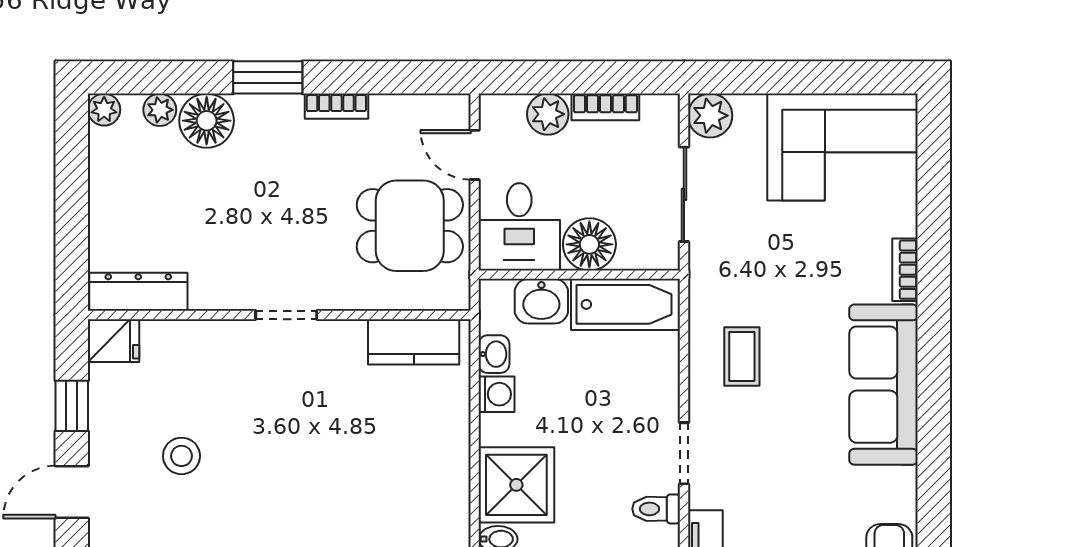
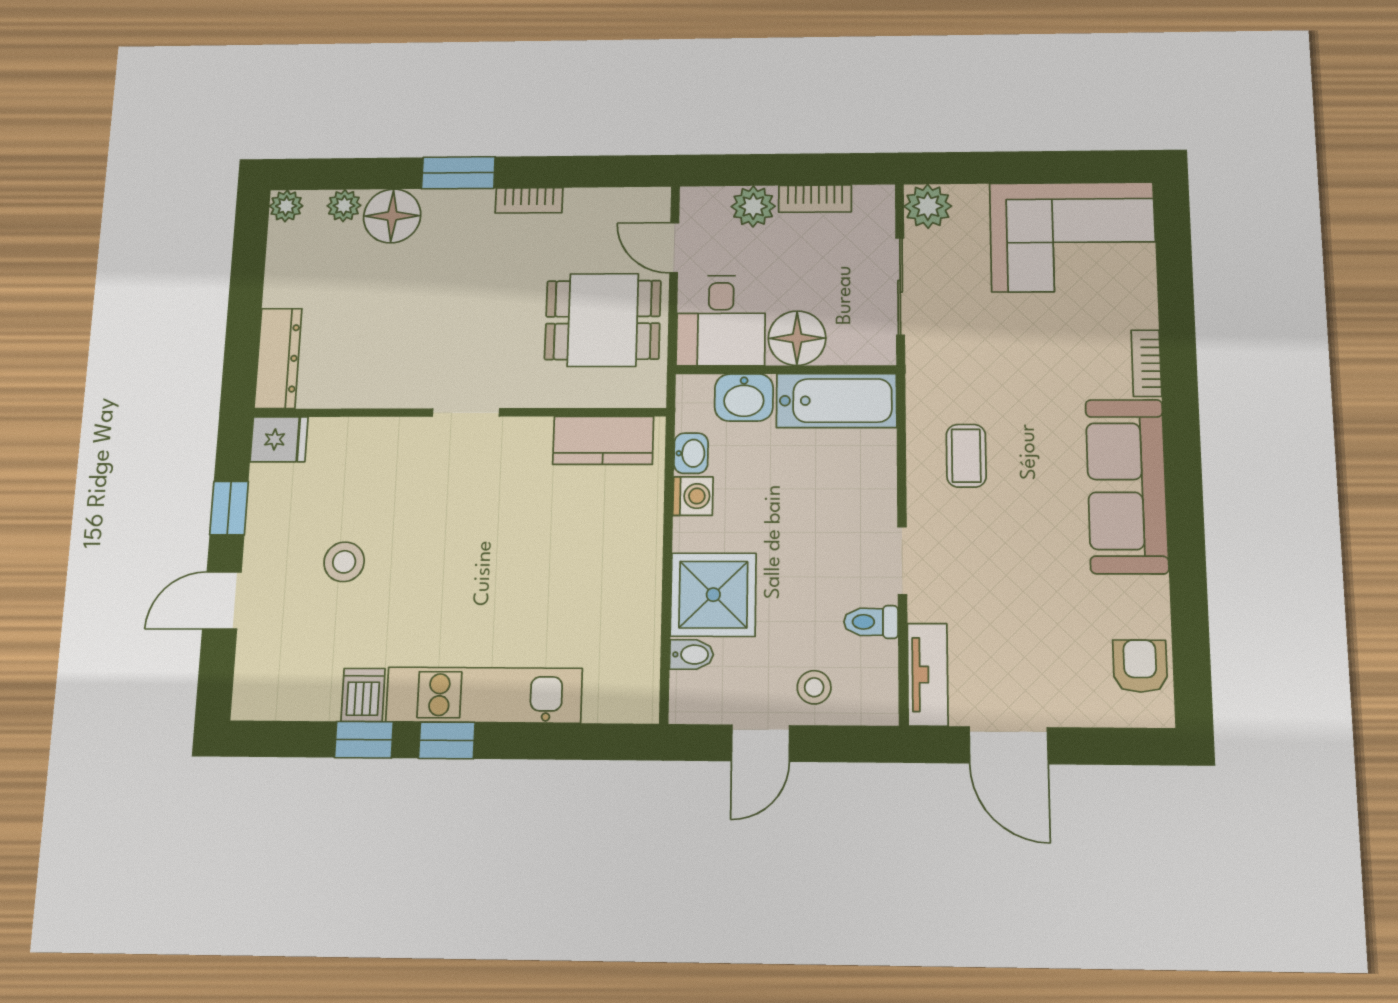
dresser: (138, 292) -> (278, 358), moved, turned 90

